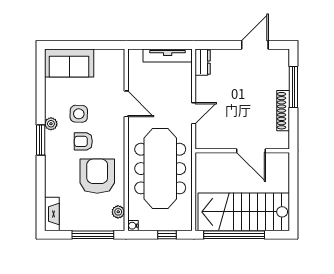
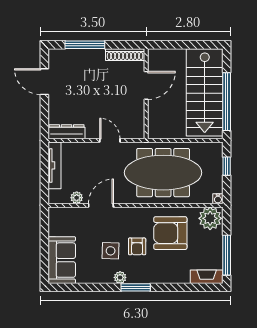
dresser: (203, 62) -> (66, 132), width x1.44
plant: (134, 78) -> (77, 198), added
shoe rack: (283, 111) -> (125, 55), moved
plant: (118, 212) -> (210, 218), width x1.88, depth x1.88
window: (93, 235) -> (227, 255), moved

